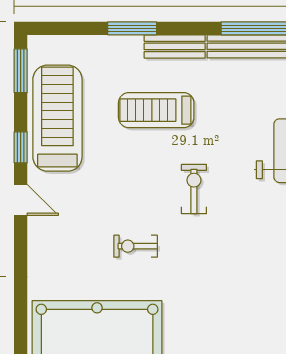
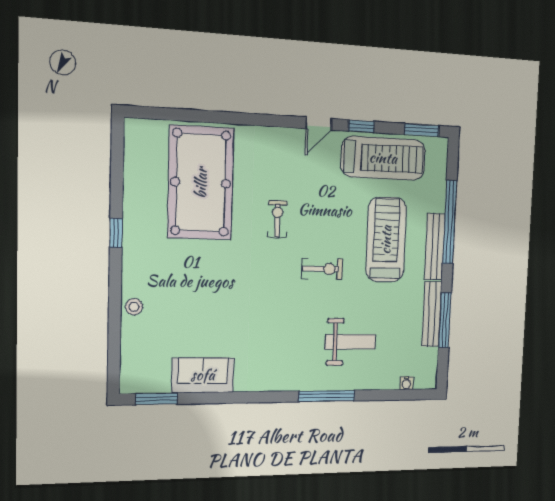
window: (132, 28) -> (450, 222), width x2.11
bench: (175, 46) -> (435, 247), width x1.36
treadmill: (156, 110) -> (386, 240), width x1.37, depth x1.38

